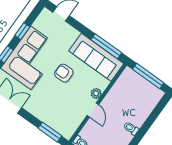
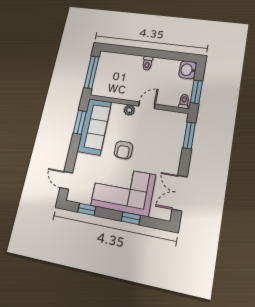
window: (22, 31) -> (87, 209), moved
window: (106, 46) -> (80, 122), width x0.69

